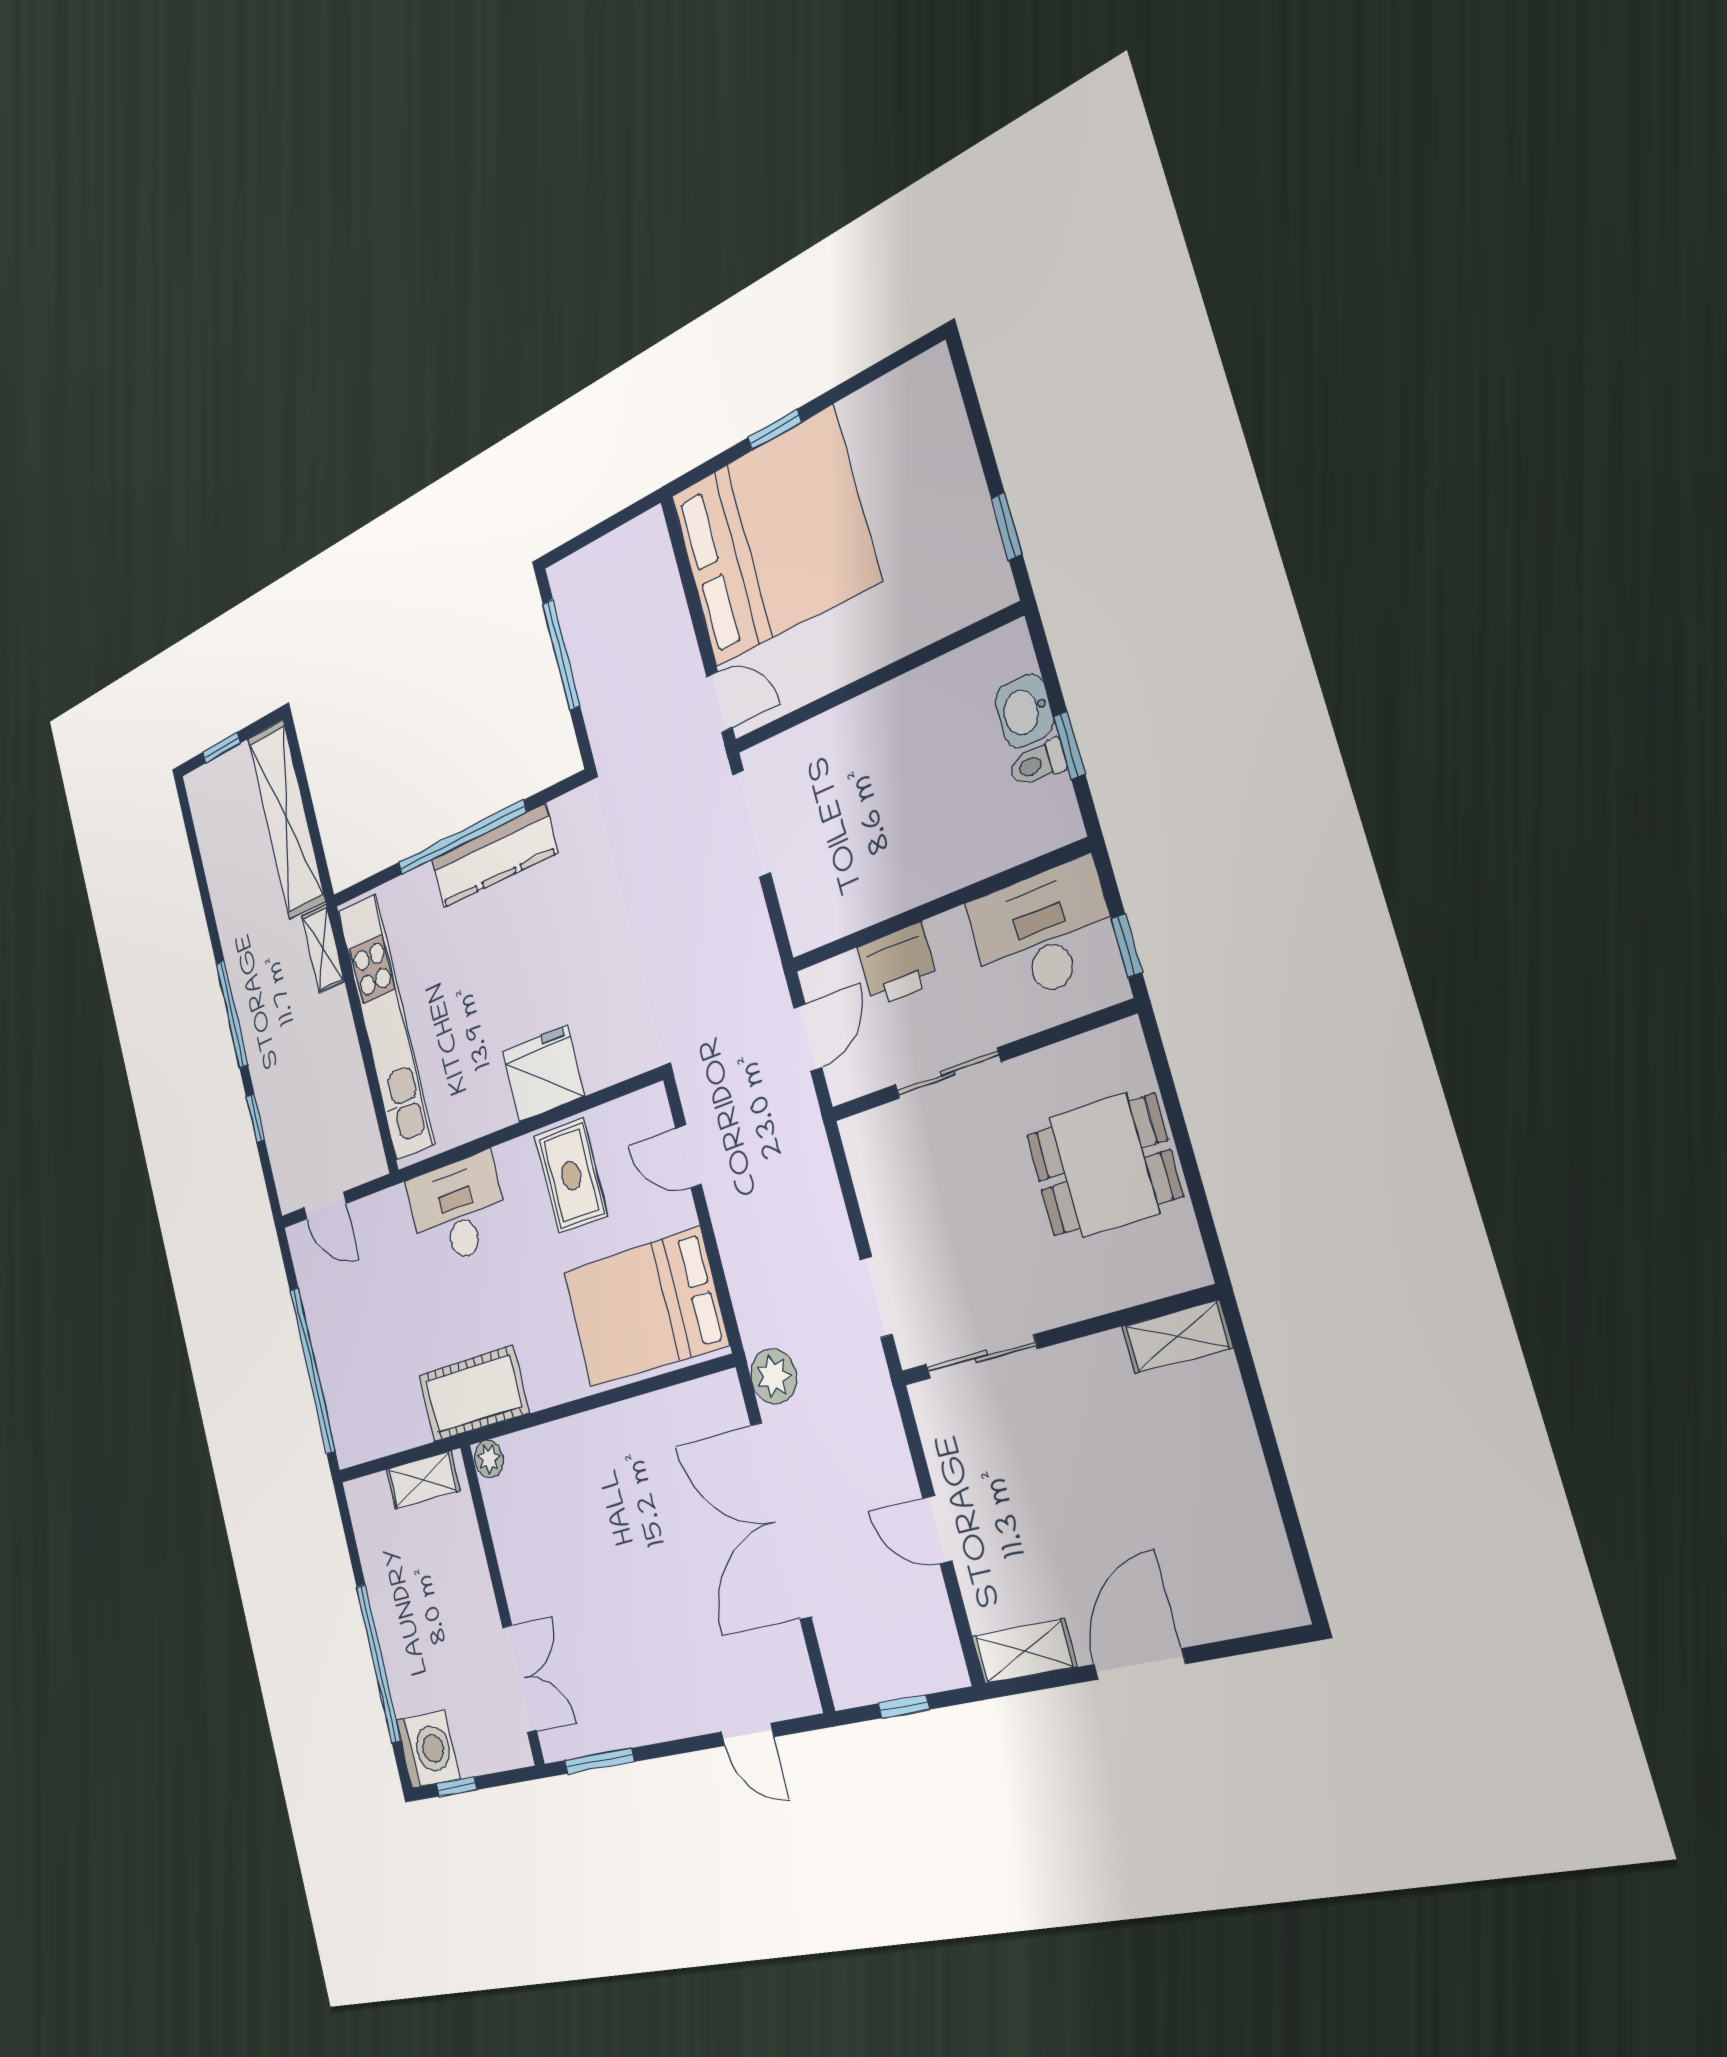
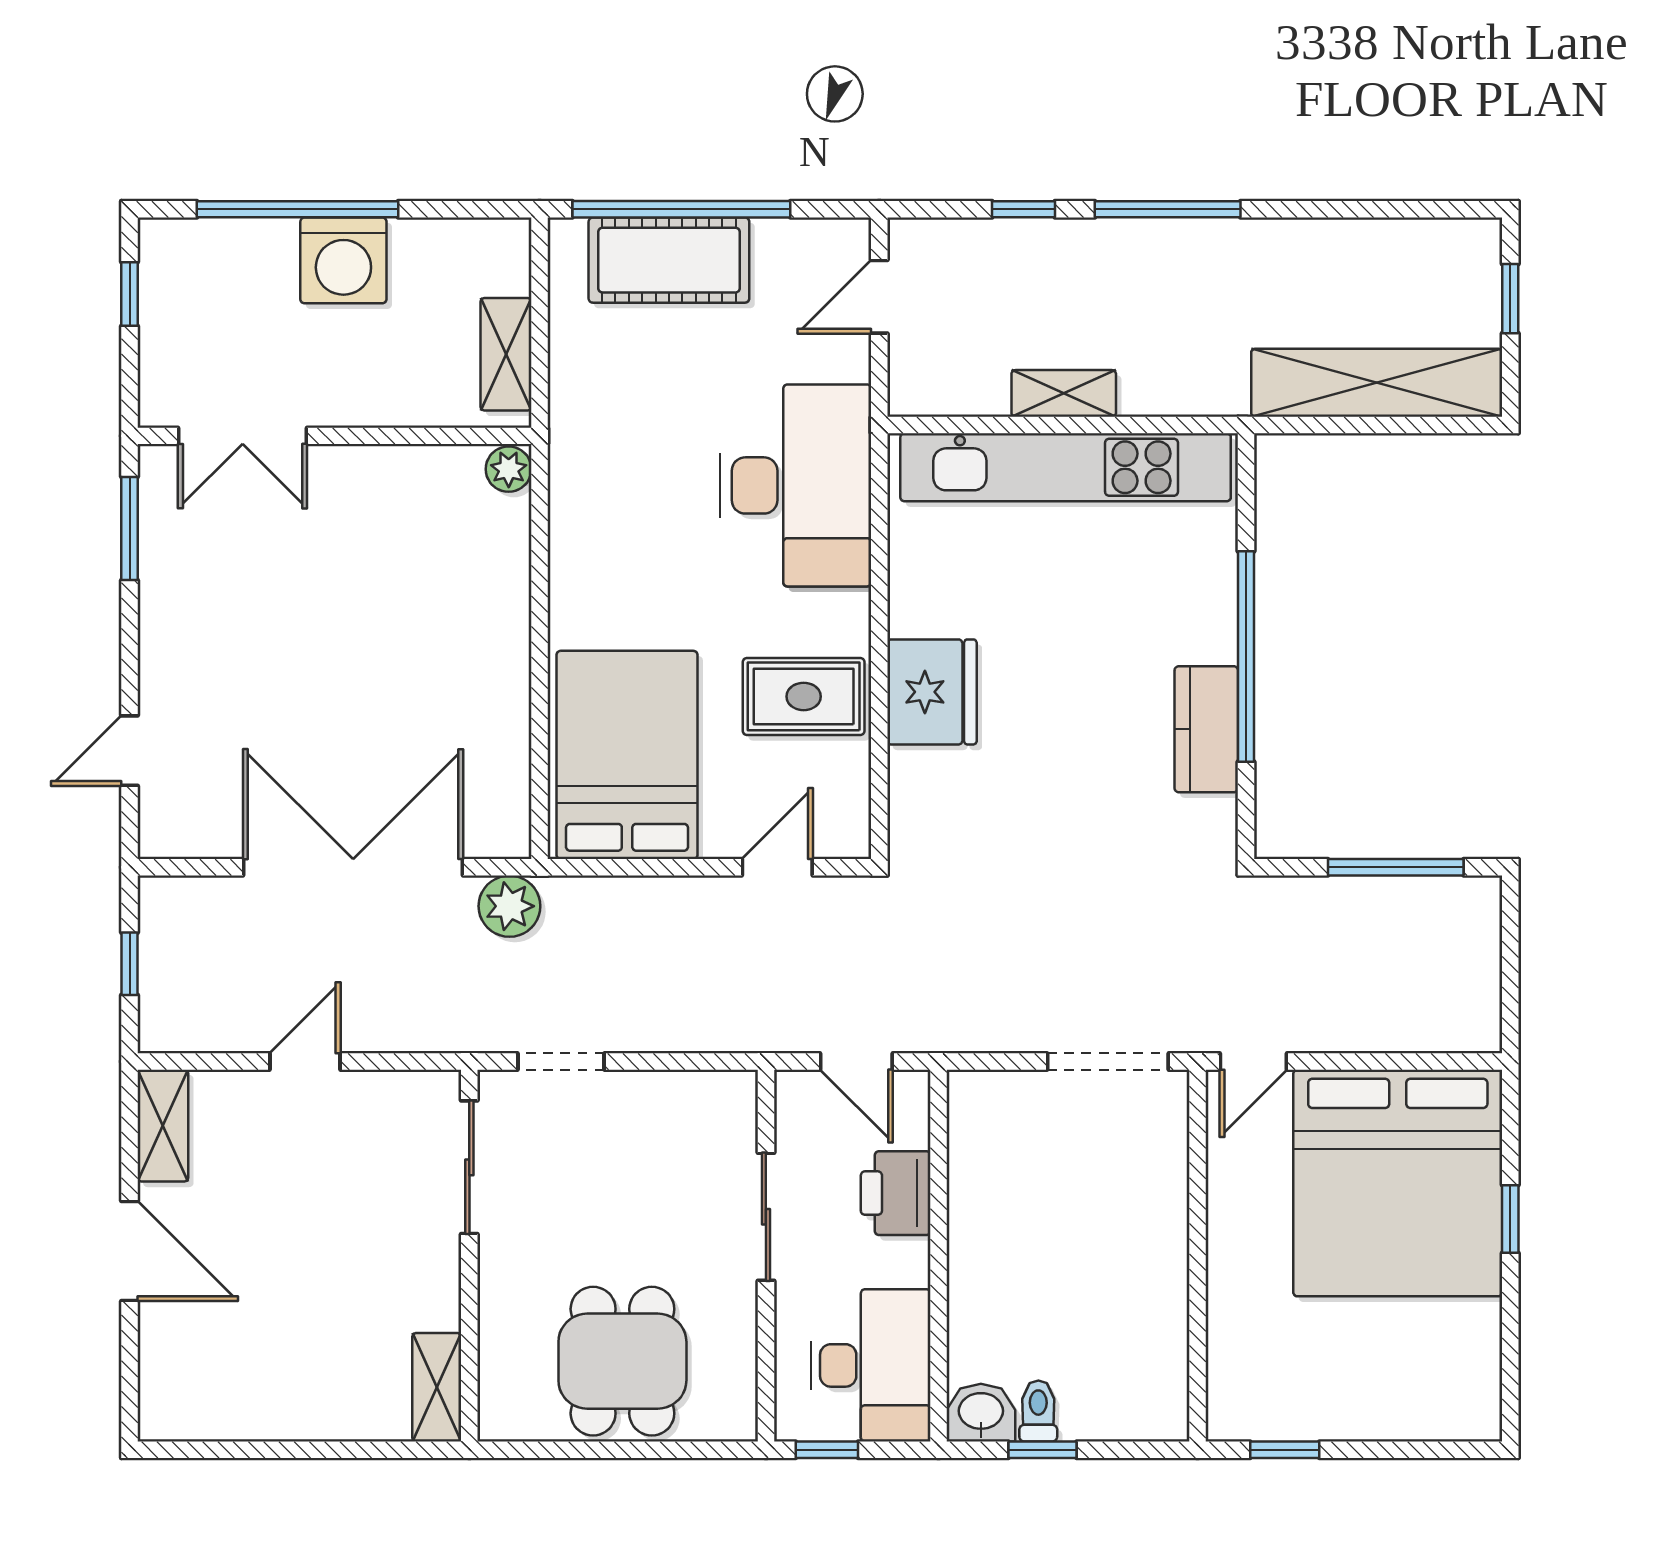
washbasin: (1024, 711) -> (981, 1413), moved
kitchen counter: (494, 856) -> (1206, 729), width x0.67
shelving: (323, 949) -> (1064, 393), moved
desk: (458, 1210) -> (795, 485), width x1.36, depth x1.30
cot: (473, 1394) -> (669, 260), moved, turned 90
washing machine: (428, 1749) -> (343, 260), moved

